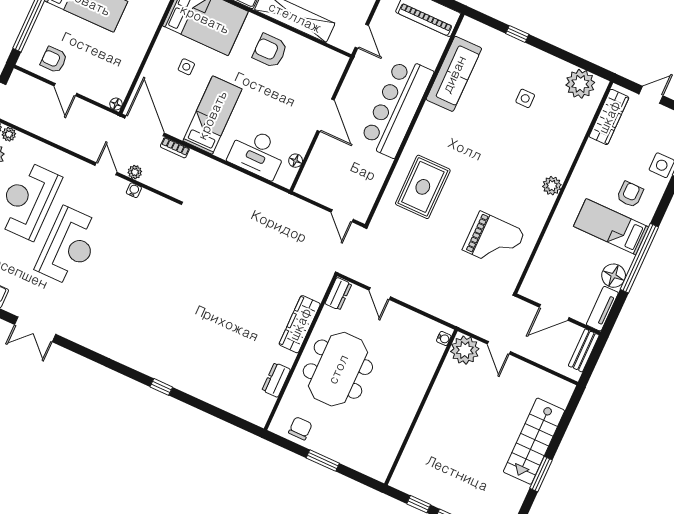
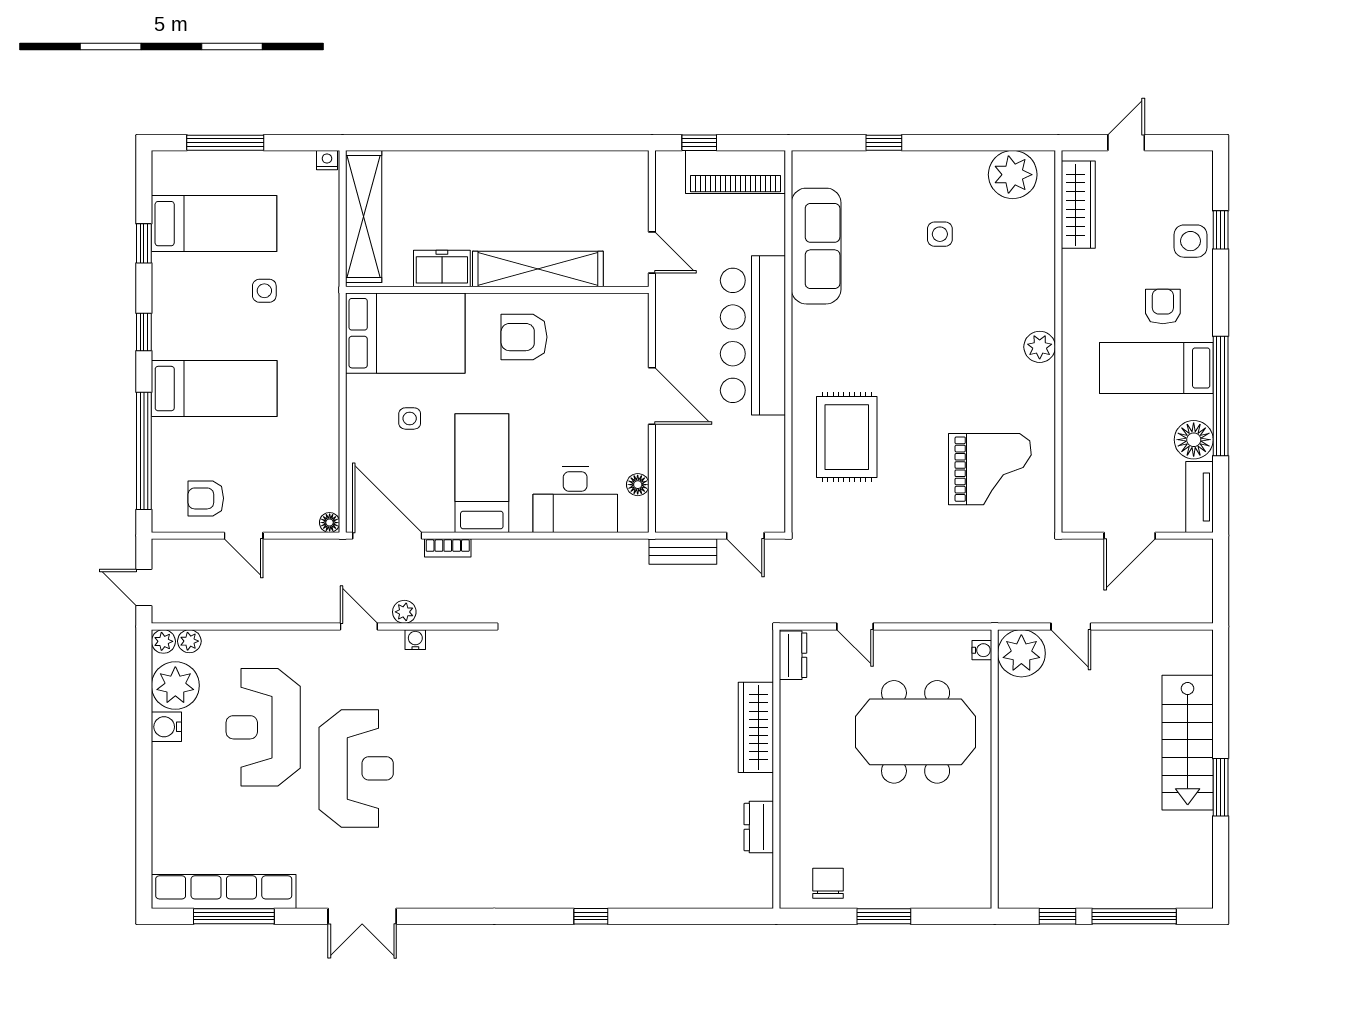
bench: (584, 350) -> (683, 551), moved, turned 90
meeting table: (338, 369) -> (916, 732), moved, turned 90

